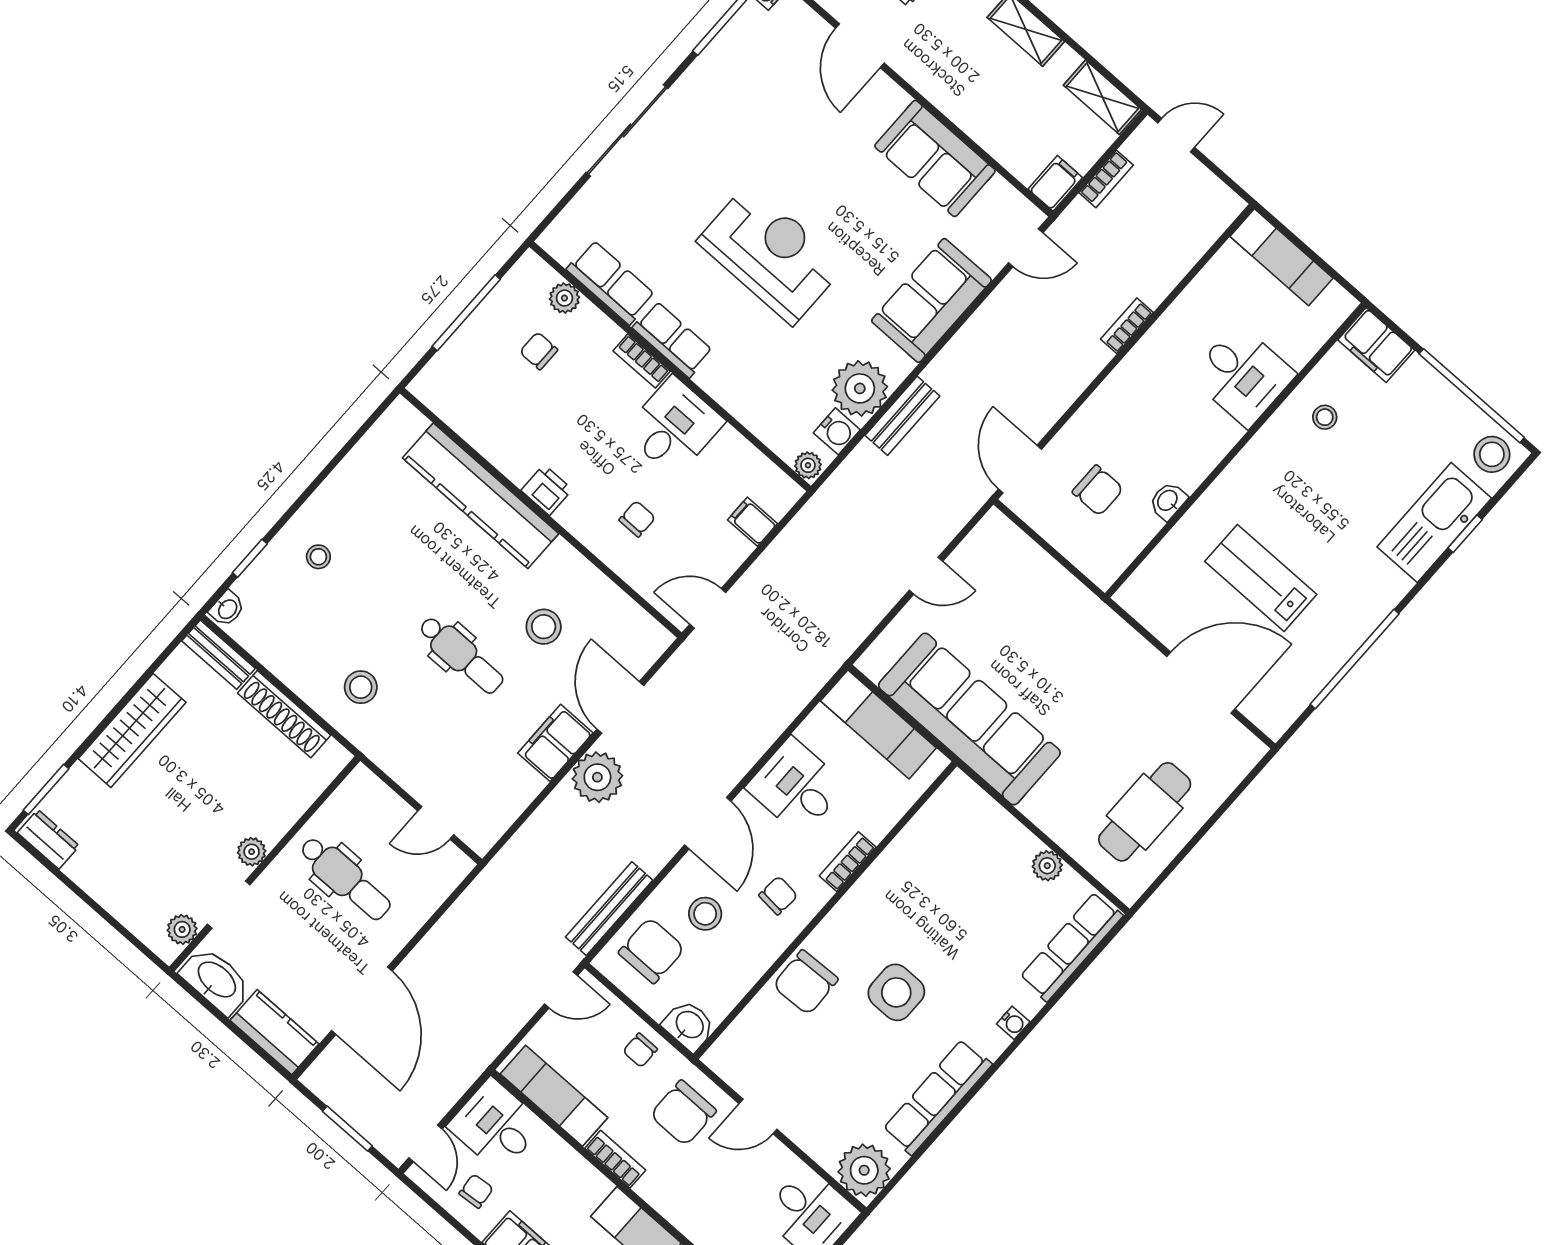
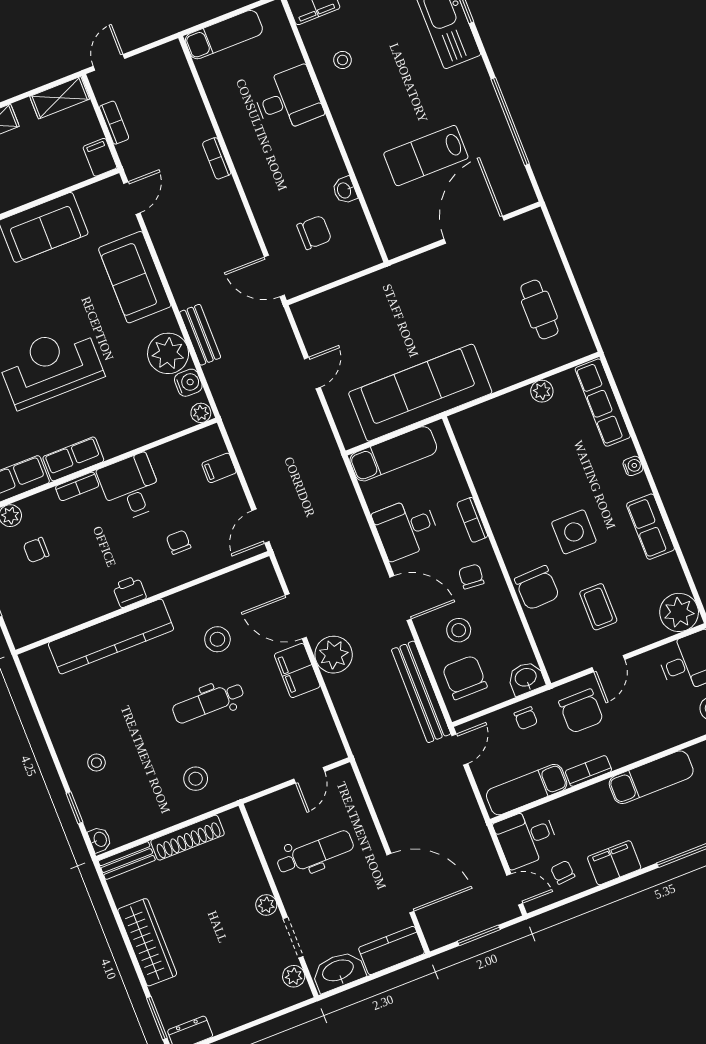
dental chair: (461, 655) -> (208, 702), turned 180
cafe table: (1145, 812) -> (539, 310), width x0.73, depth x0.74
bench: (609, 909) -> (421, 692), width x1.37, depth x1.21
coffee table: (821, 1069) -> (598, 607), added
row of seats: (937, 1097) -> (651, 527), width x0.68

